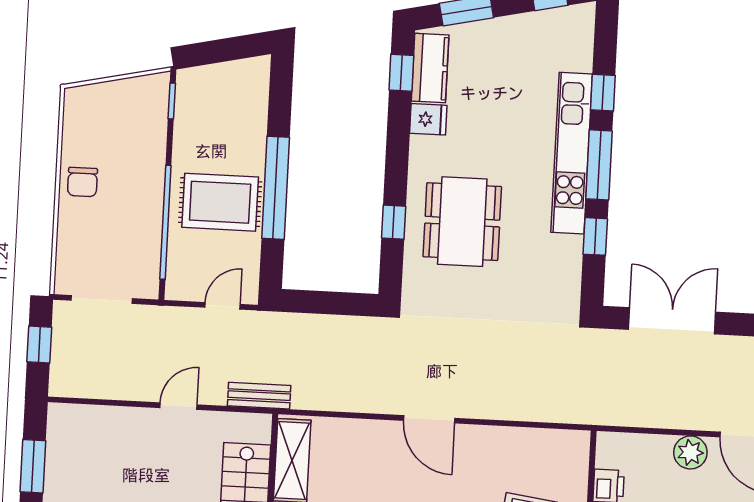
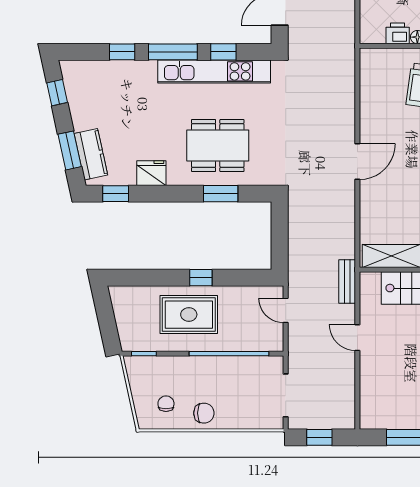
kitchen counter: (430, 68) -> (91, 154), moved, turned 78
fridge: (428, 119) -> (151, 173), width x1.38
chair: (99, 129) -> (166, 404), added
kitchen unit: (572, 153) -> (214, 71), moved
window: (276, 188) -> (201, 278), width x0.32
rug: (220, 202) -> (189, 315), moved, turned 90
window: (394, 222) -> (221, 194), width x1.50

